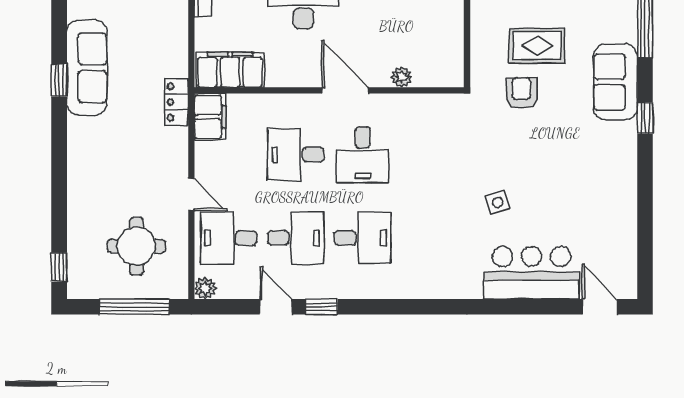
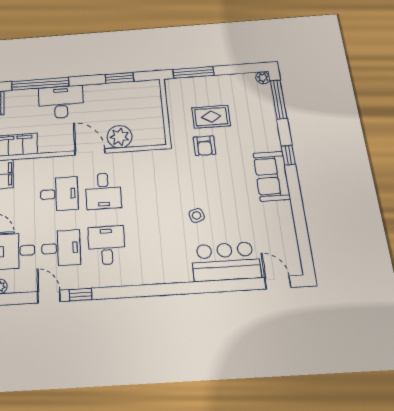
plant: (402, 77) -> (120, 137), width x1.88, depth x1.88
sofa: (615, 82) -> (272, 176), moved
armchair: (522, 93) -> (204, 146), turned 180
desk: (296, 155) -> (59, 194), turned 180
desk: (363, 238) -> (107, 245), turned -90

